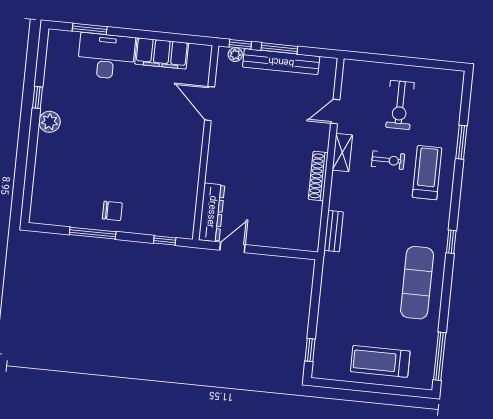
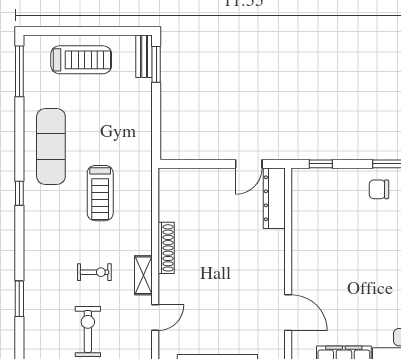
exercise bike: (388, 160) -> (94, 272), turned 180
treadmill: (427, 173) -> (100, 193), moved
bench: (334, 231) -> (144, 56), moved
window: (310, 350) -> (156, 64), width x1.50

